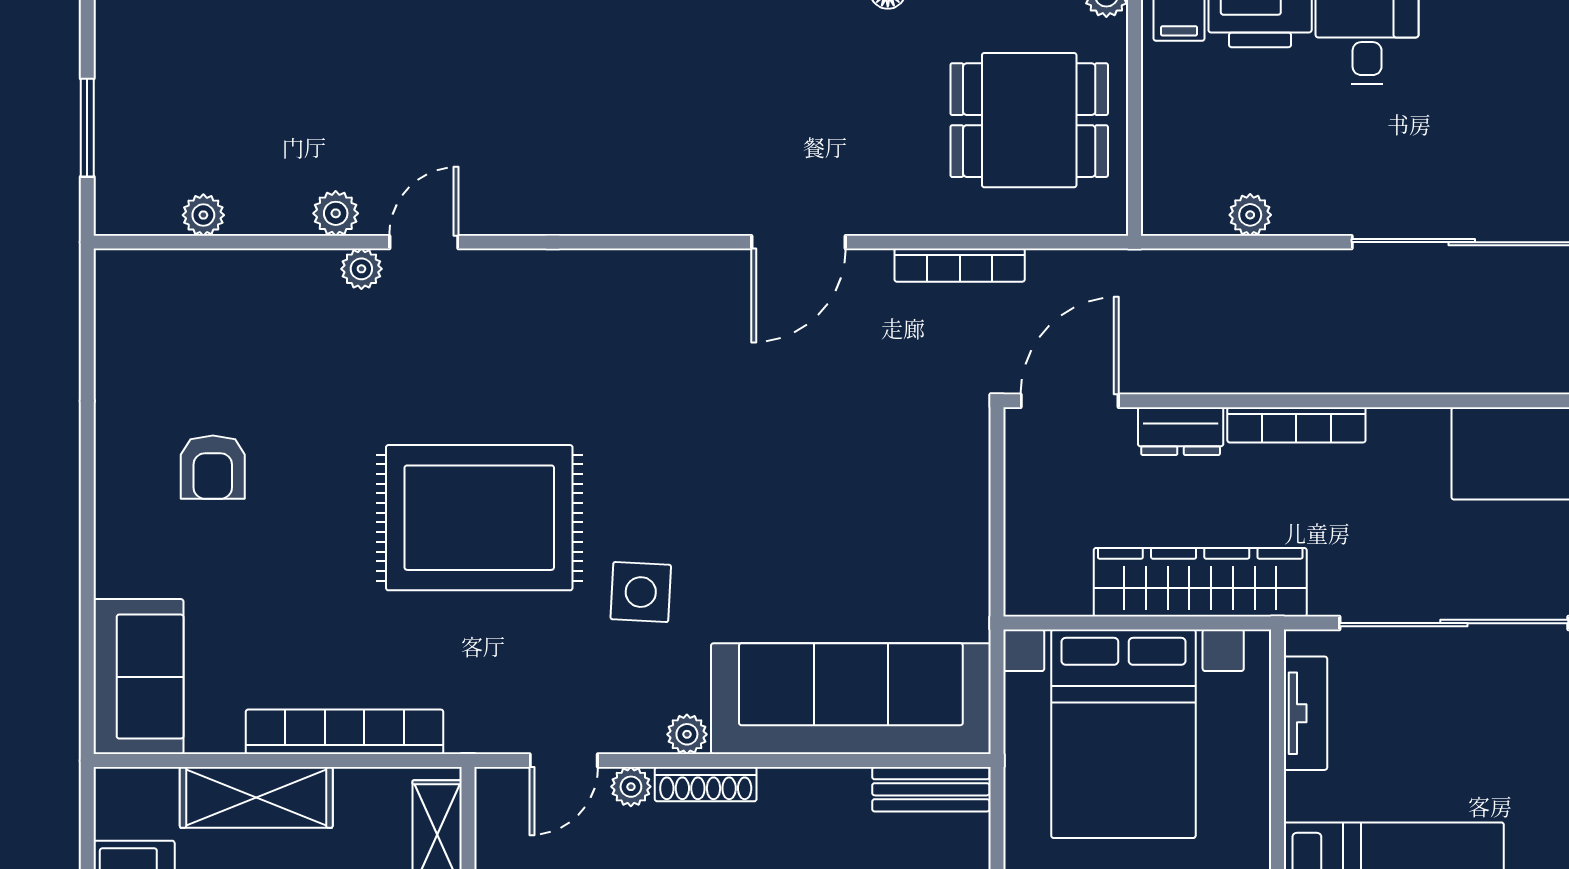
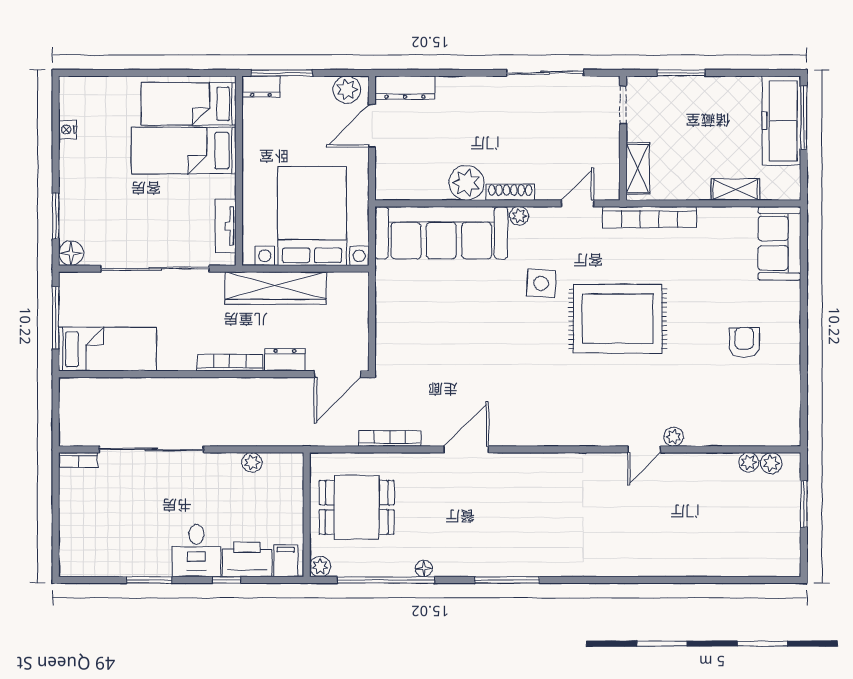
plant: (336, 213) -> (771, 463), moved
bookcase: (344, 732) -> (649, 217), moved
plant: (631, 787) -> (467, 183), moved, width x1.87, depth x1.87
bench: (931, 789) -> (403, 190), removed
shelving: (256, 797) -> (736, 190), width x0.67, depth x0.75

